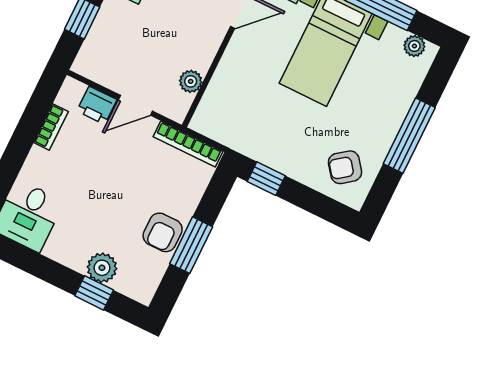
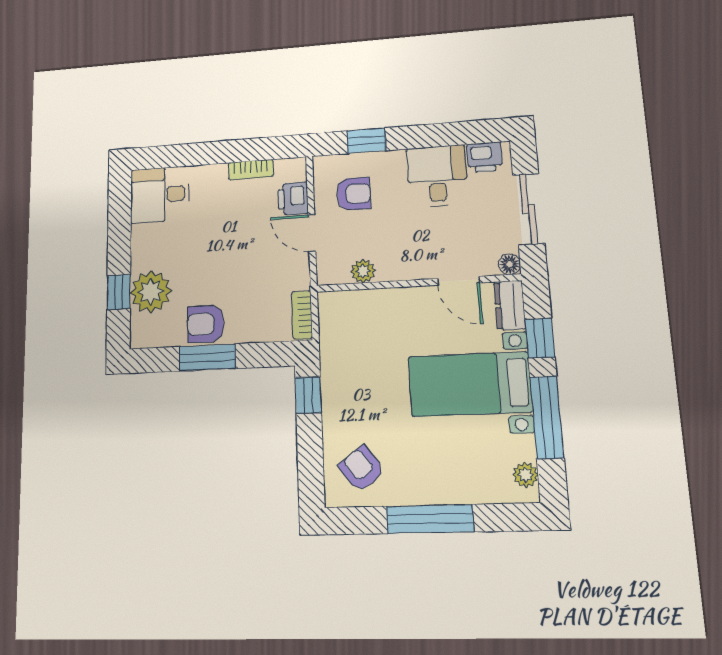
armchair: (122, 54) -> (354, 194), added
bookcase: (188, 144) -> (302, 315), width x0.64
plant: (102, 268) -> (151, 292), width x1.36, depth x1.36

